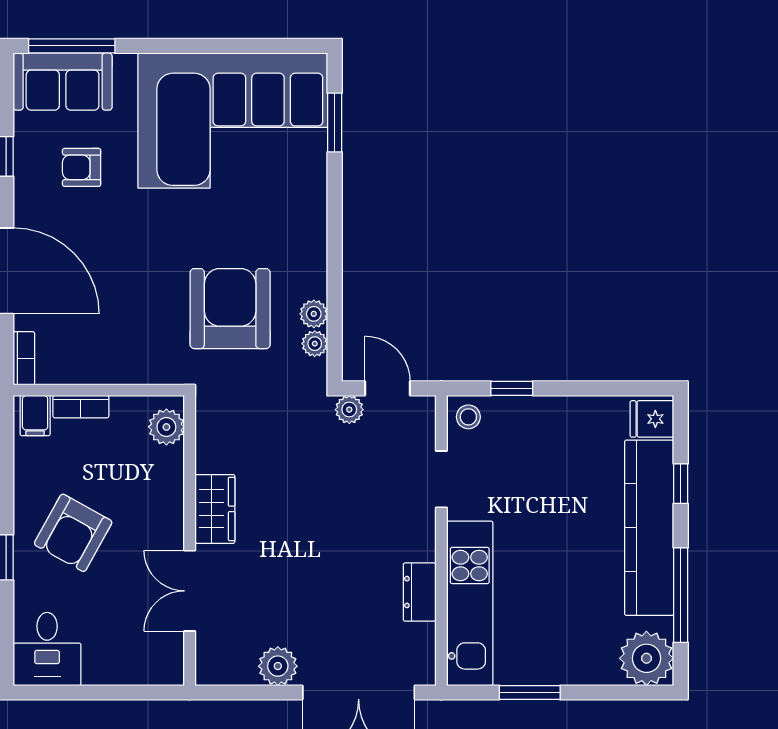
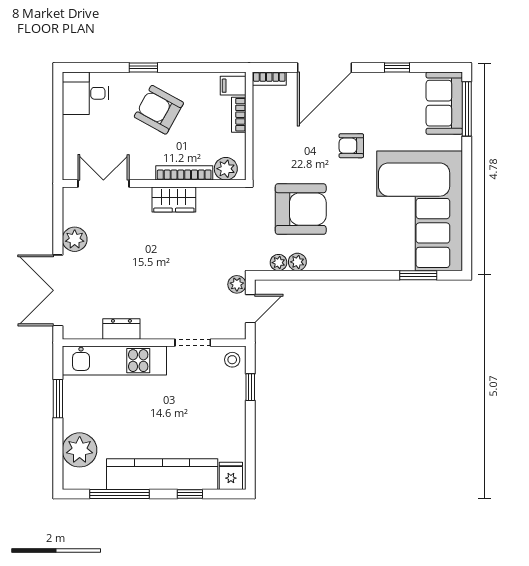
armchair: (82, 167) -> (351, 146), moved, turned -90
bookcase: (173, 493) -> (184, 173), added
double door: (190, 591) -> (103, 183), moved
plant: (646, 658) -> (80, 450), moved

